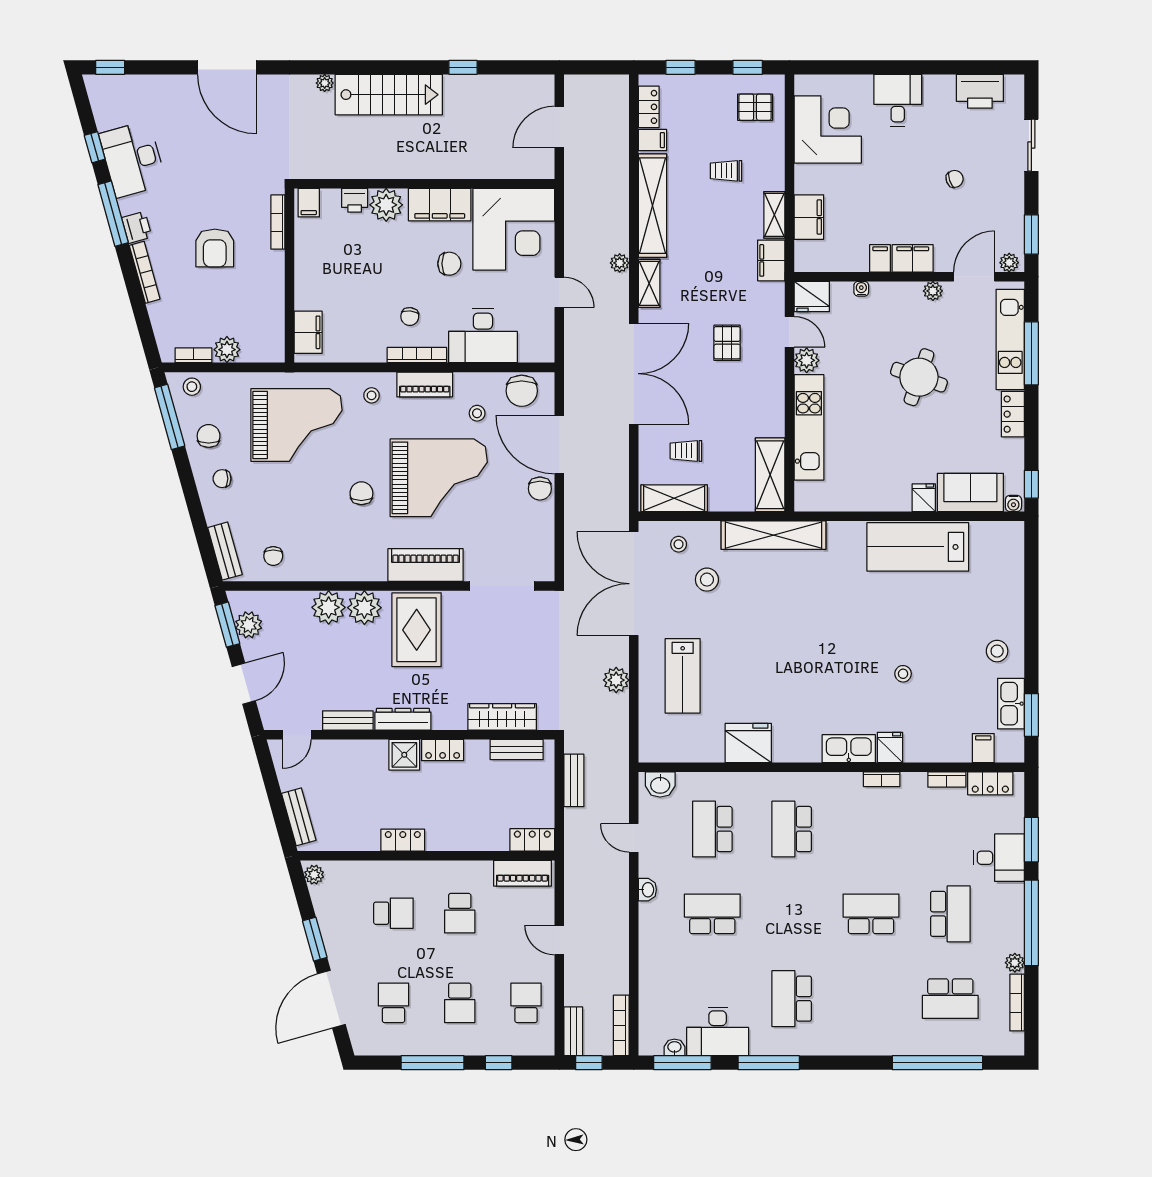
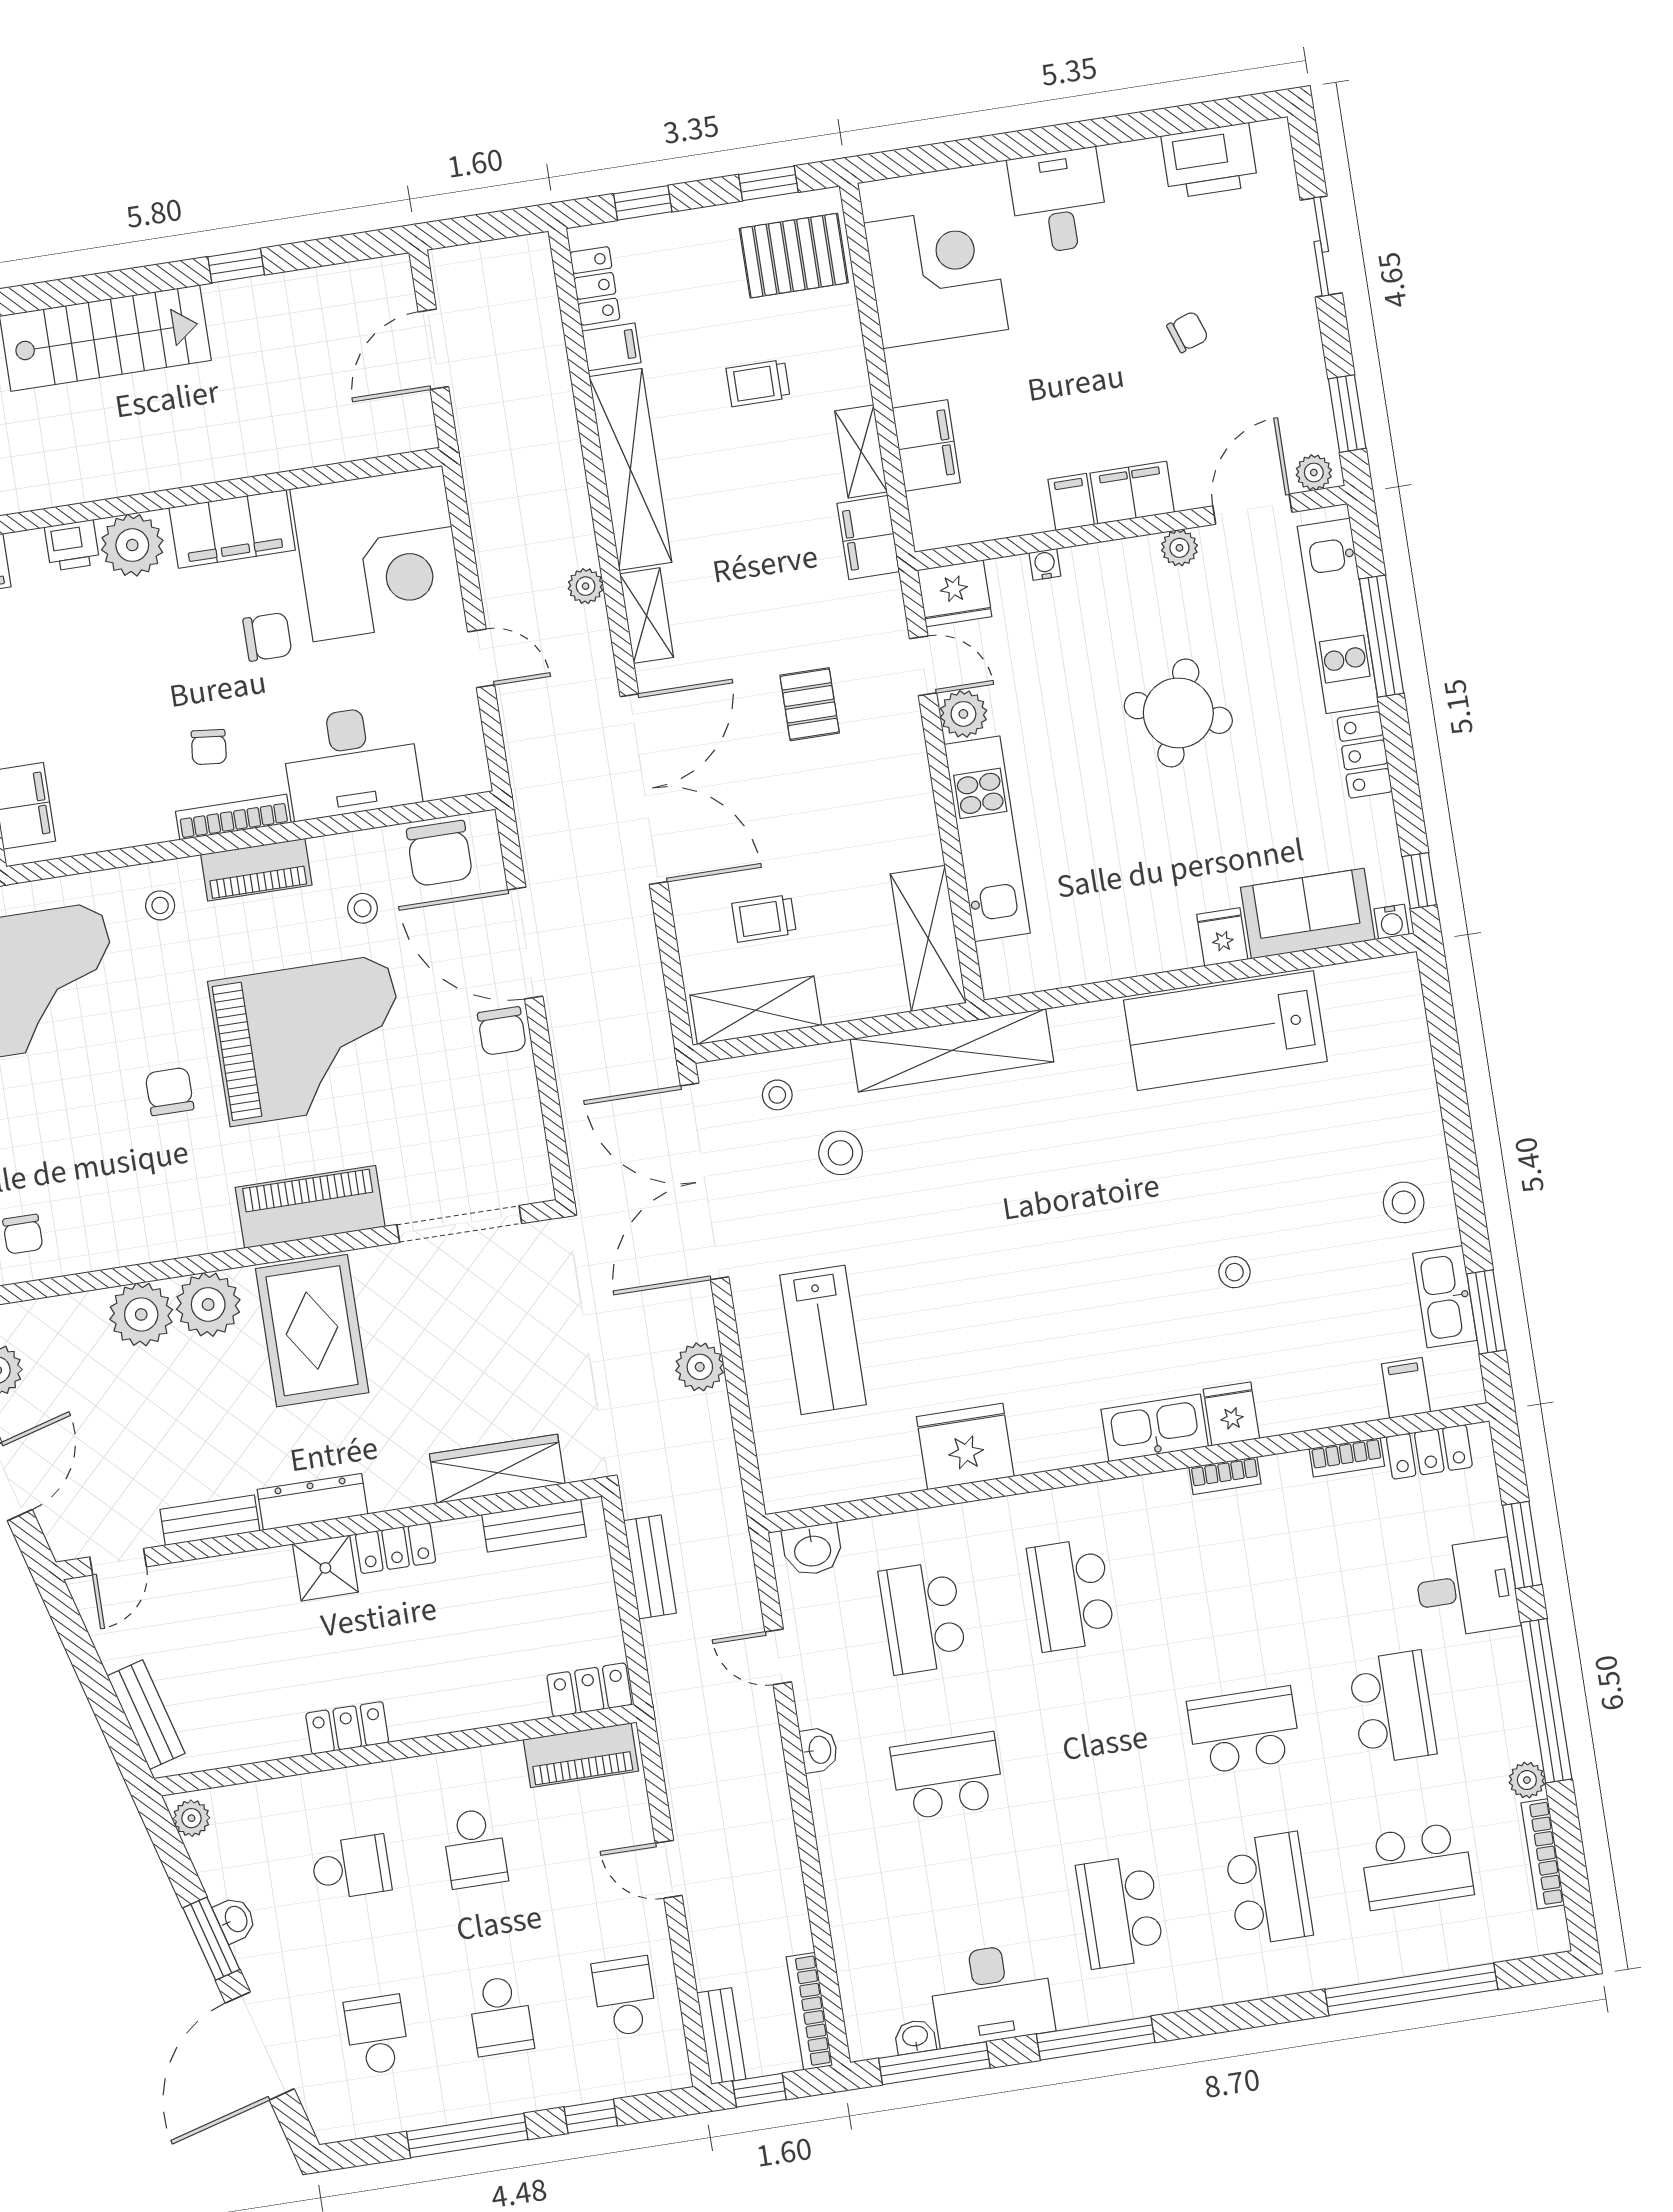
pallet: (755, 107) -> (794, 256), width x1.50, depth x1.42
washbasin: (329, 931) -> (235, 1919), added
school desk: (871, 999) -> (1269, 1889), added

